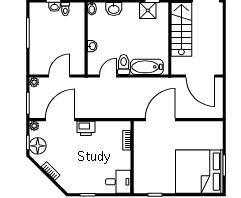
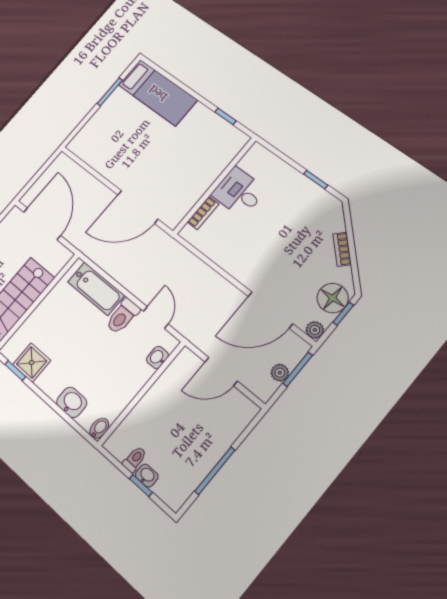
washbasin: (92, 46) -> (157, 357), moved
door: (108, 76) -> (156, 318), swing flipped
plant: (34, 82) -> (280, 373), moved
printer: (86, 128) -> (244, 270), removed
bed: (199, 172) -> (158, 93), width x0.49
desk: (118, 182) -> (239, 192), moved

